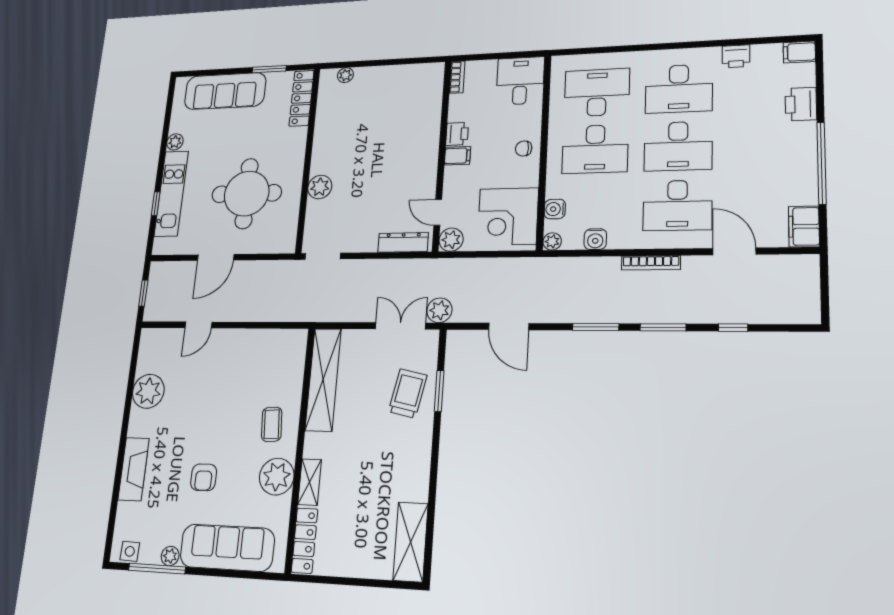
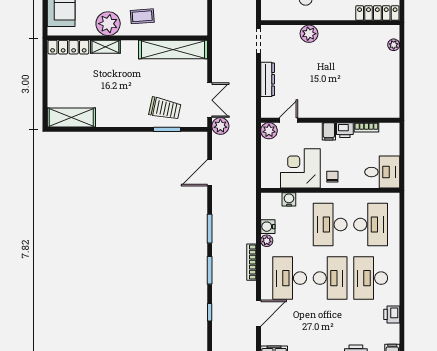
bookcase: (457, 77) -> (366, 127), moved
desk: (678, 146) -> (330, 278), turned 180
corner desk: (508, 216) -> (300, 168), moved
plant: (552, 241) -> (267, 241), moved
dresser: (403, 242) -> (268, 79), moved

